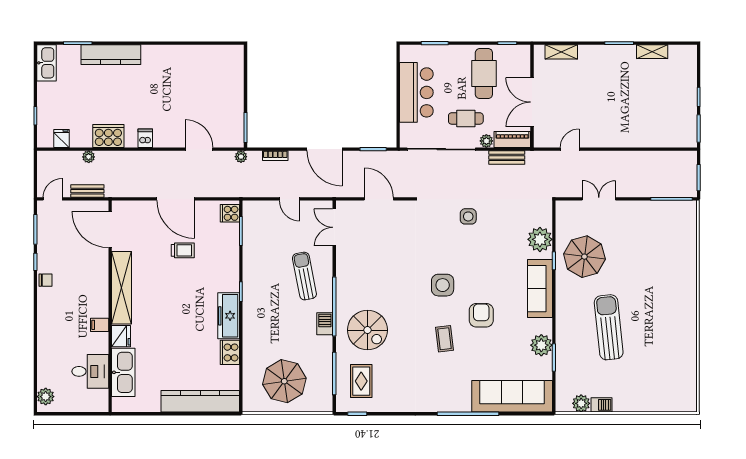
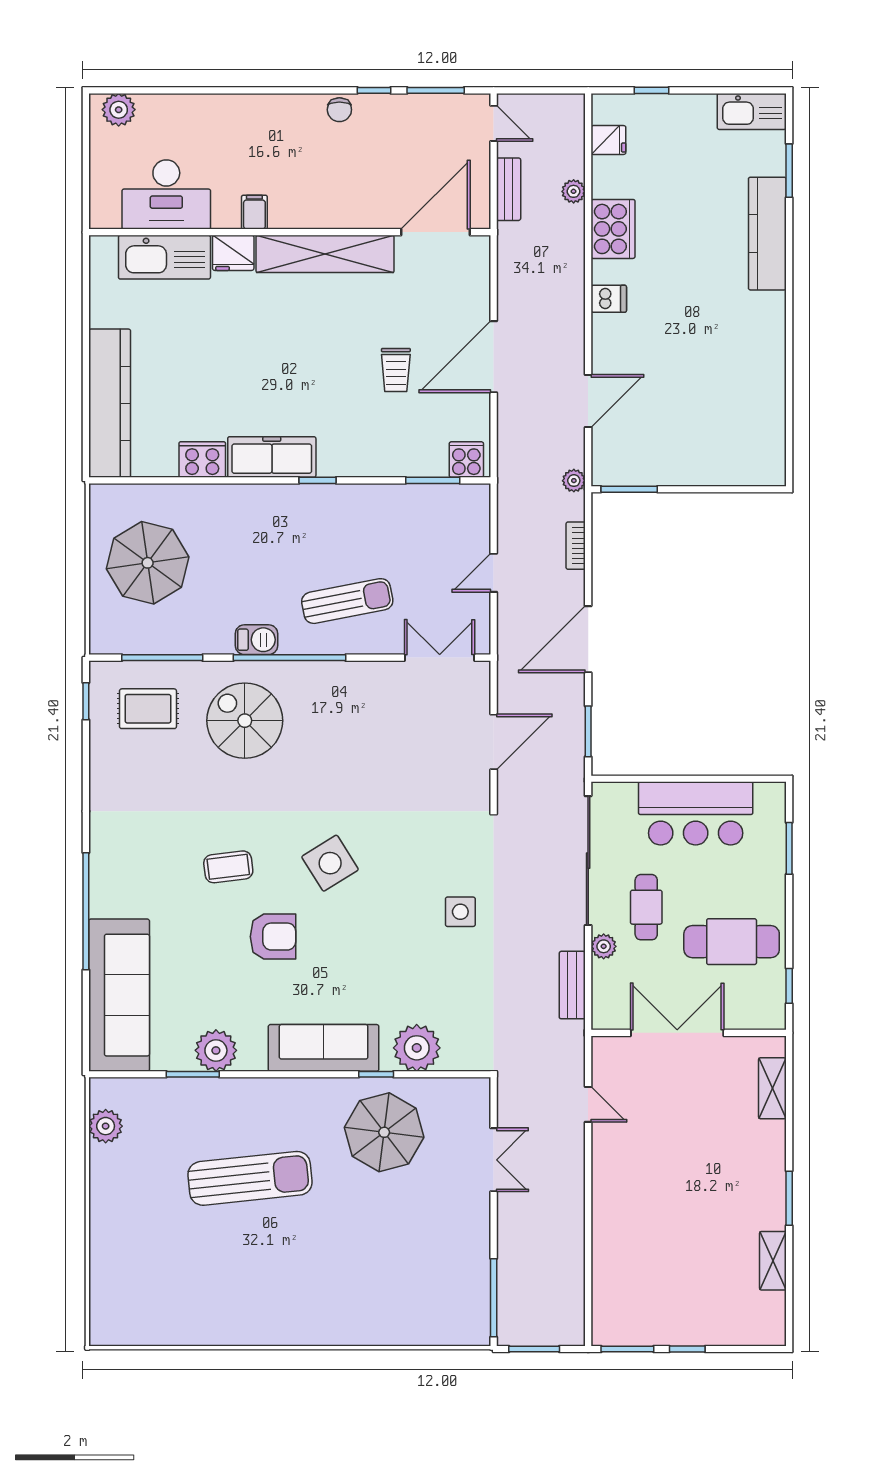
piano: (512, 139) -> (607, 996), removed
side table: (443, 285) -> (330, 863), turned -32
spiral stairs: (367, 330) -> (245, 721), turned 90
desk: (90, 371) -> (166, 195), width x1.37
barbecue: (602, 405) -> (103, 1165), removed

